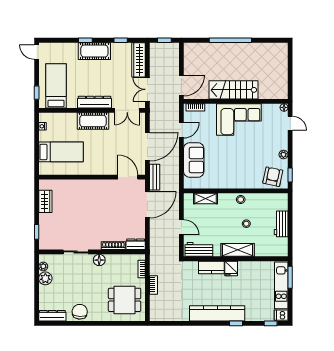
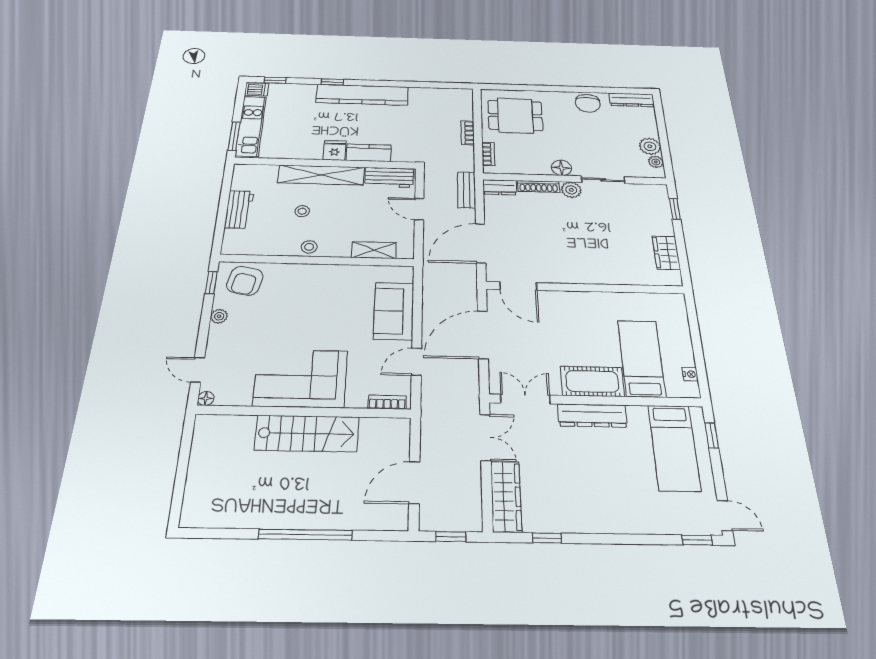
window: (85, 40) -> (697, 540), moved
cot: (94, 51) -> (602, 516), removed
door: (181, 85) -> (414, 483), moved
bed: (61, 152) -> (641, 358), moved, turned 90
bench: (155, 177) -> (467, 190), moved
plant: (95, 244) -> (571, 190), added
shelving: (238, 250) -> (321, 175), width x1.47

